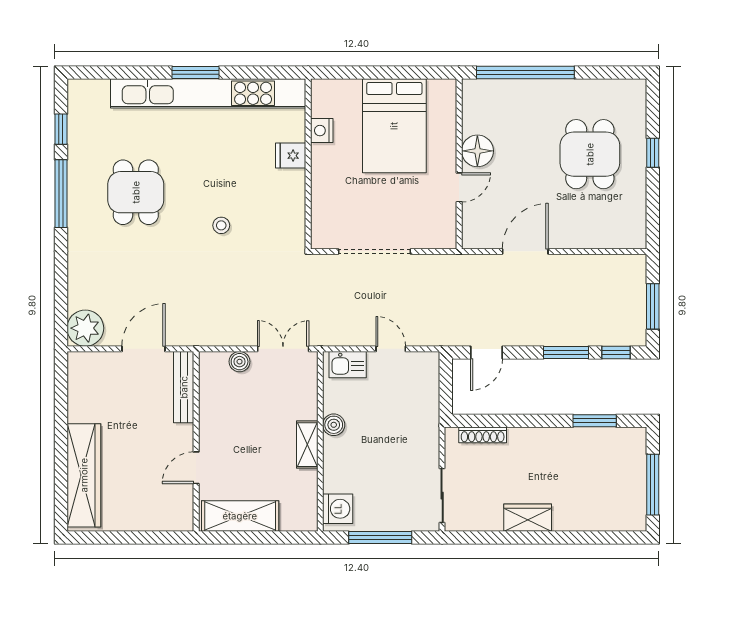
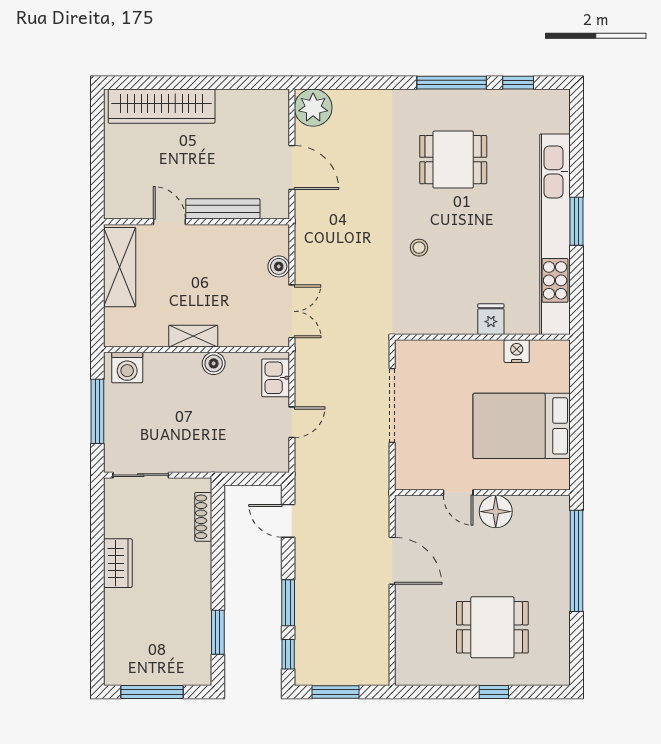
bench: (184, 387) -> (223, 209), moved

